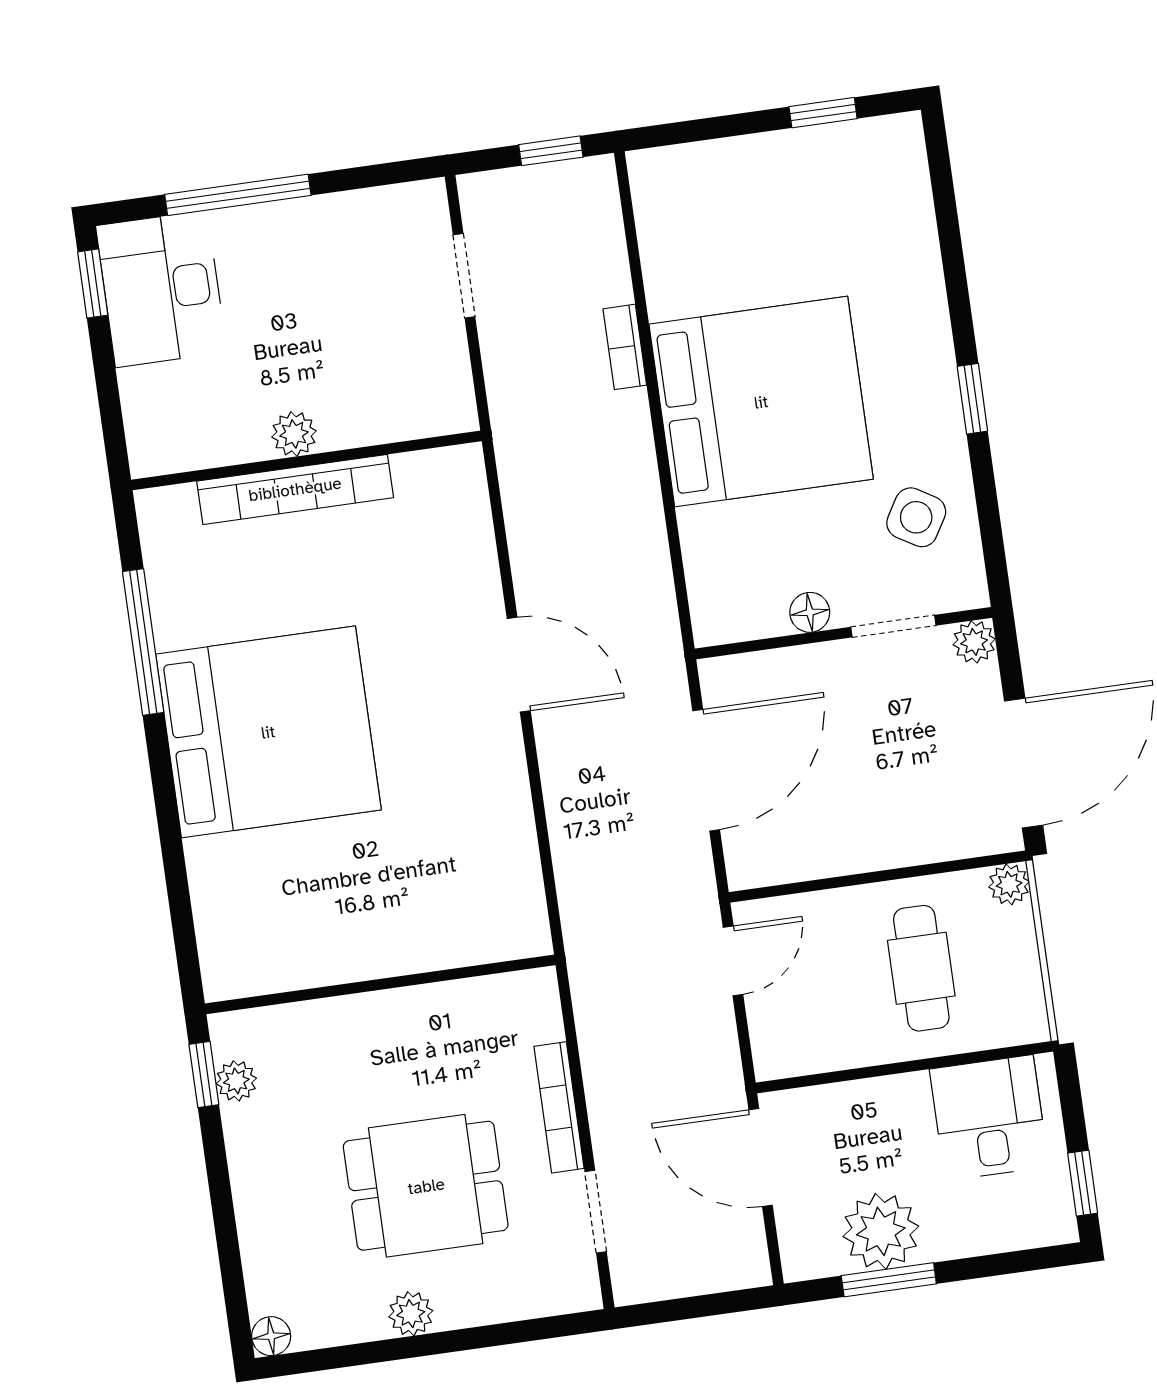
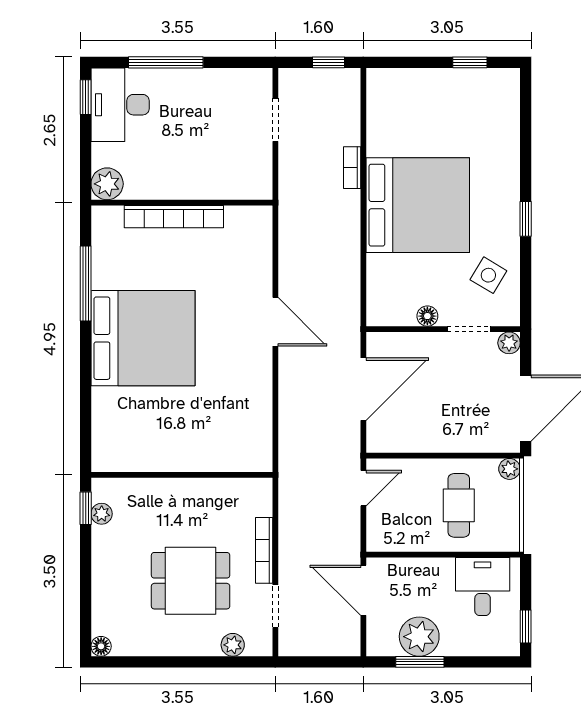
plant: (294, 434) -> (107, 184), moved, width x1.38, depth x1.38
plant: (411, 1314) -> (233, 645), moved

